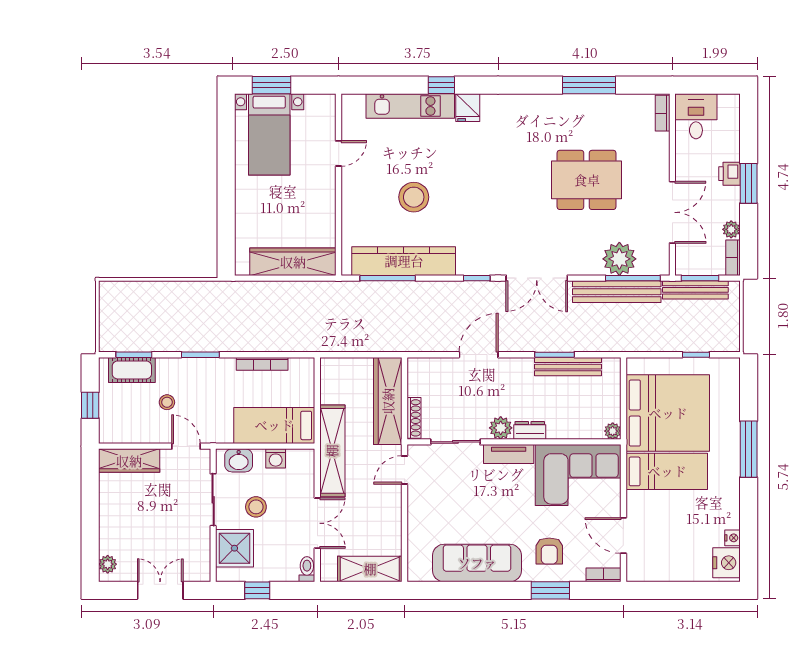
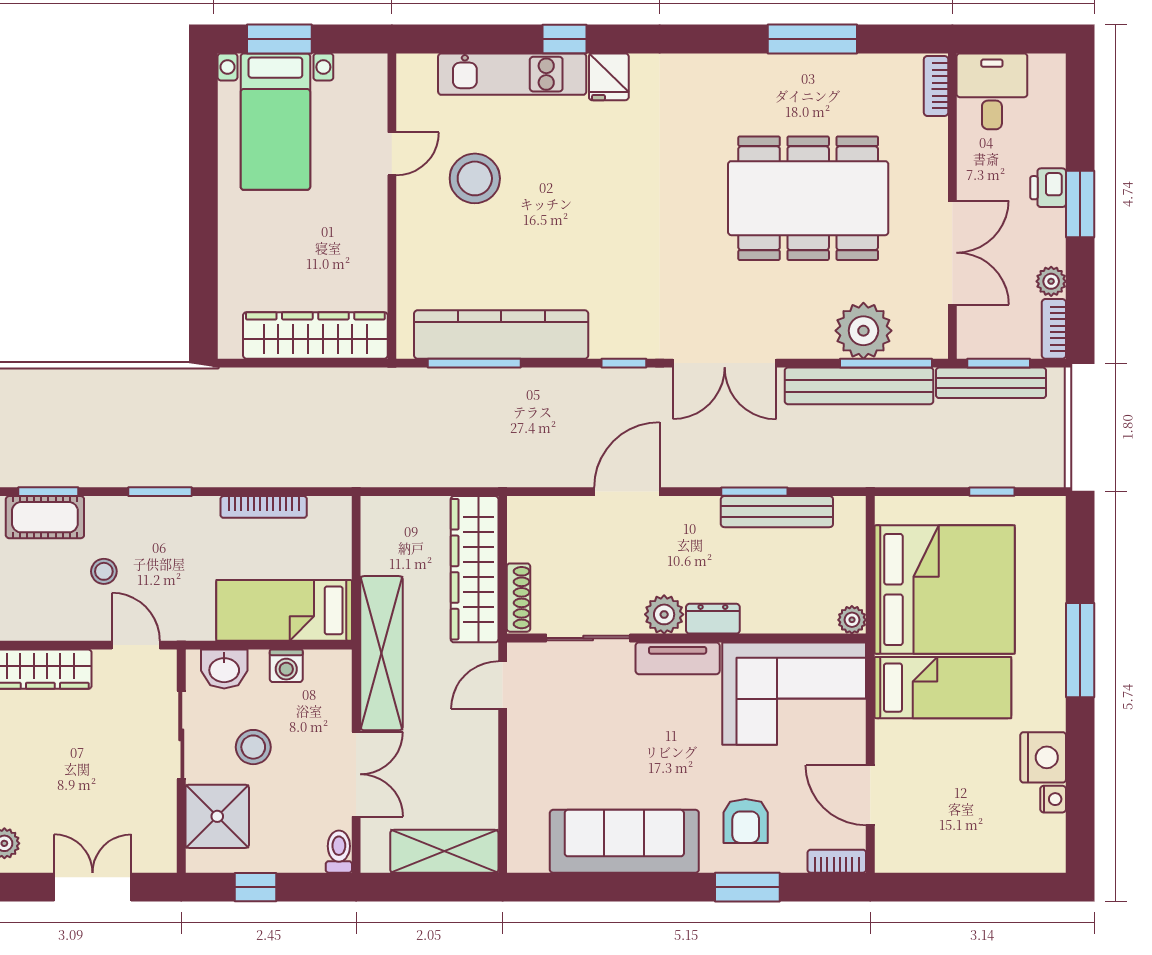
dining table: (587, 180) -> (808, 198), width x1.36, depth x1.24
stool: (414, 197) -> (475, 178), moved
nightstand: (726, 563) -> (1043, 757), moved

